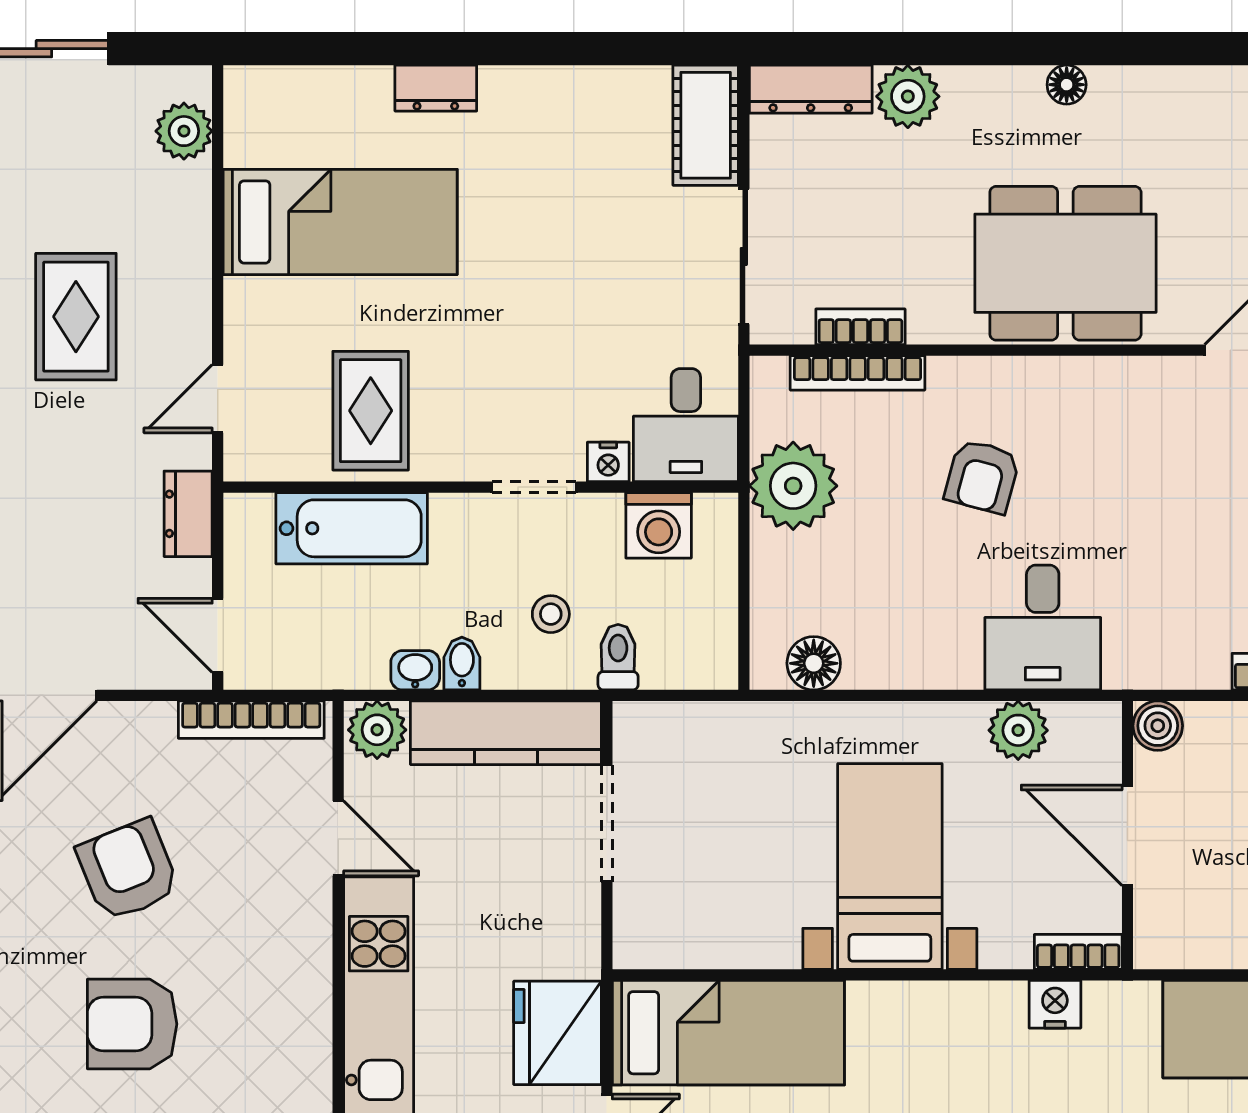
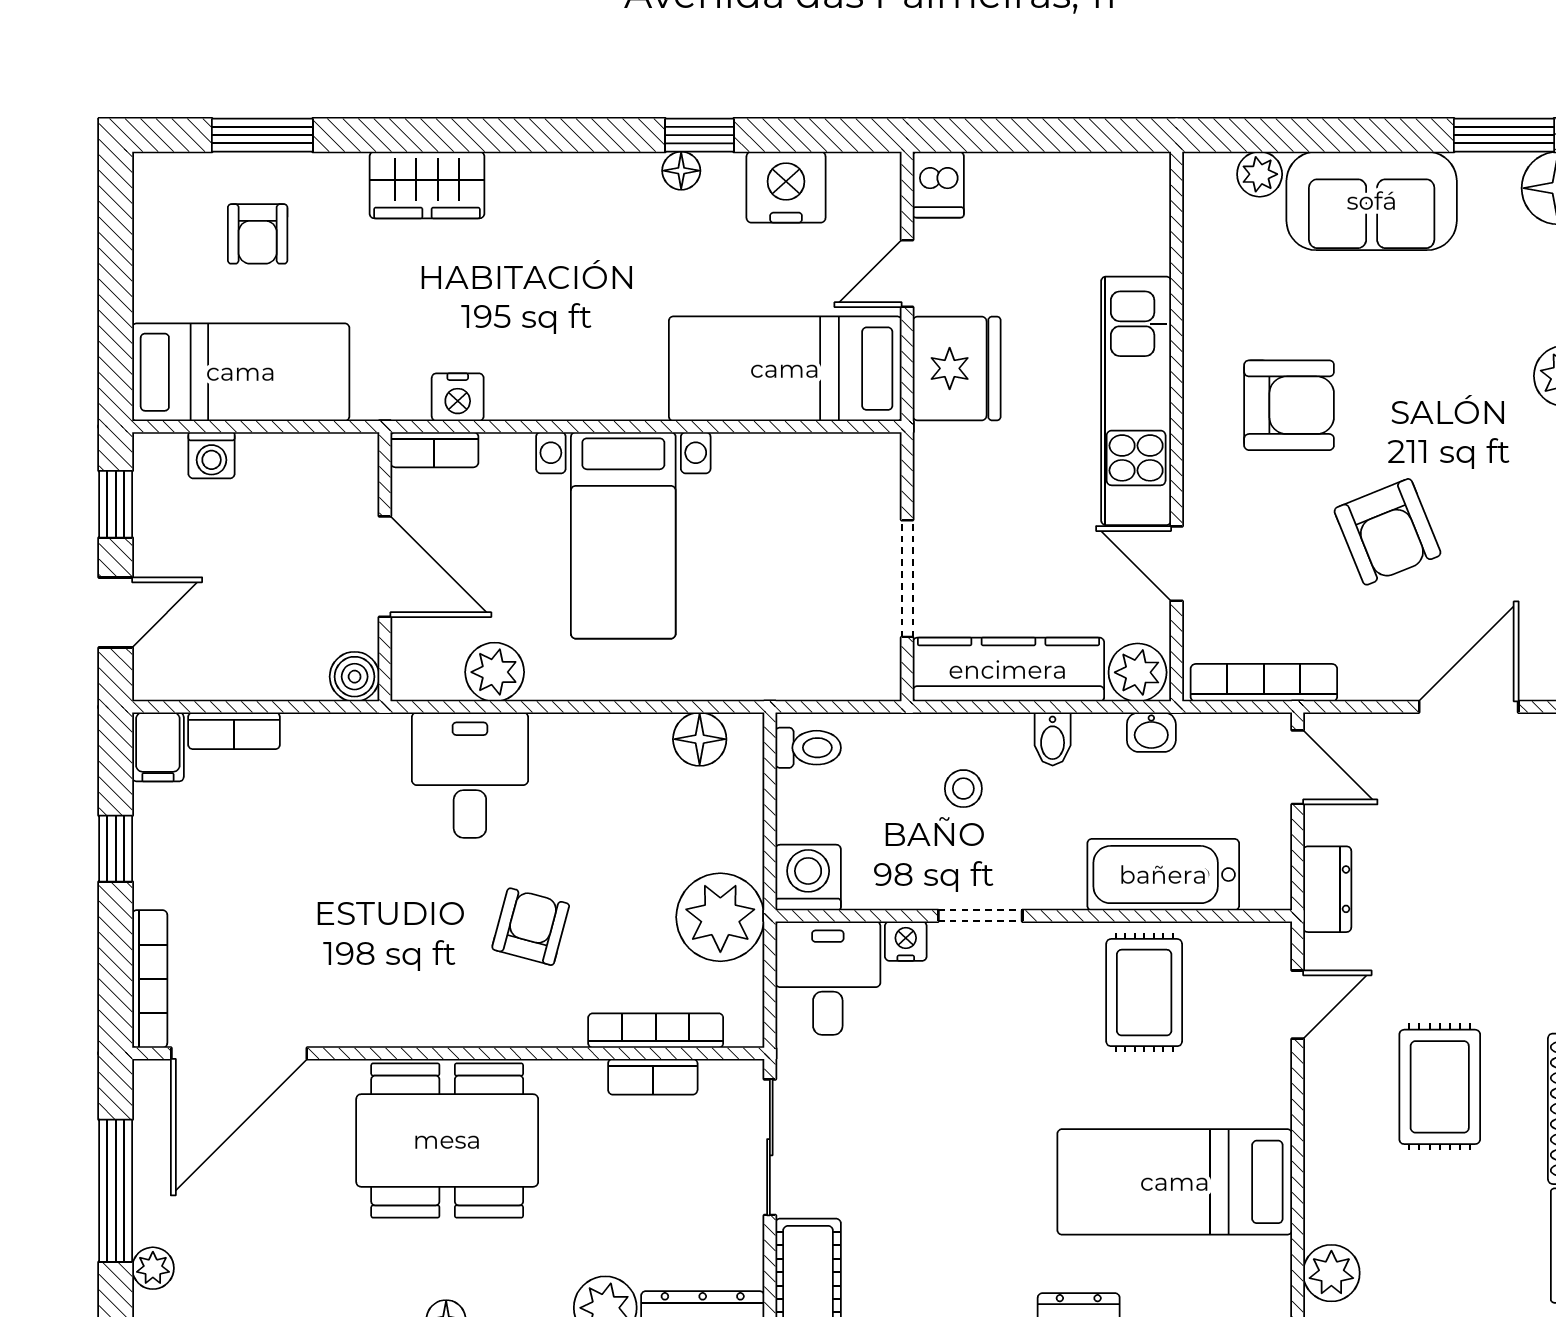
washing machine: (659, 525) -> (808, 878), moved
toilet: (618, 657) -> (808, 748), moved, turned -90
washbasin: (415, 670) -> (1151, 732), moved
armchair: (132, 1024) -> (1289, 405), moved

